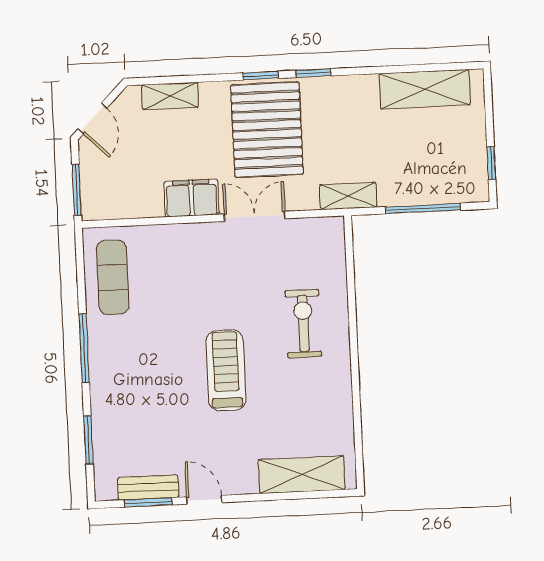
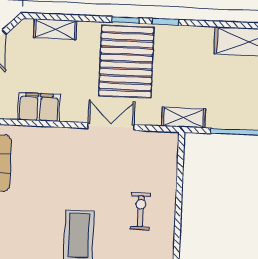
filing cabinet: (191, 198) -> (39, 107), moved
exercise bike: (303, 324) -> (140, 211), width x0.73, depth x0.72

